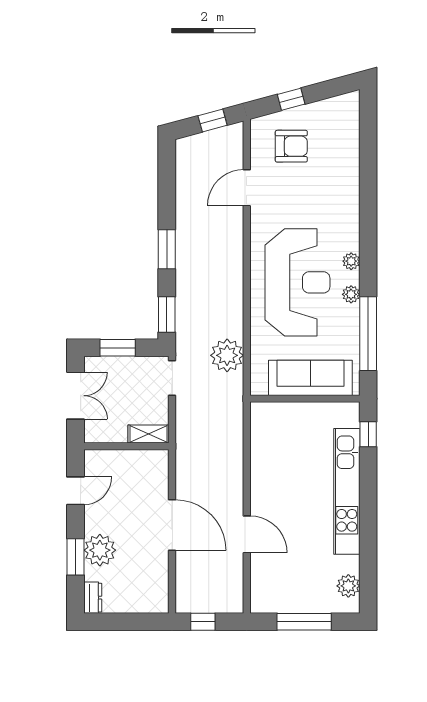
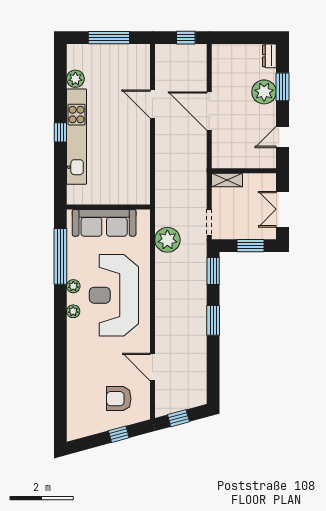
door: (247, 188) -> (152, 367), swing flipped
window: (368, 434) -> (60, 132), moved
plant: (348, 586) -> (75, 79), moved

